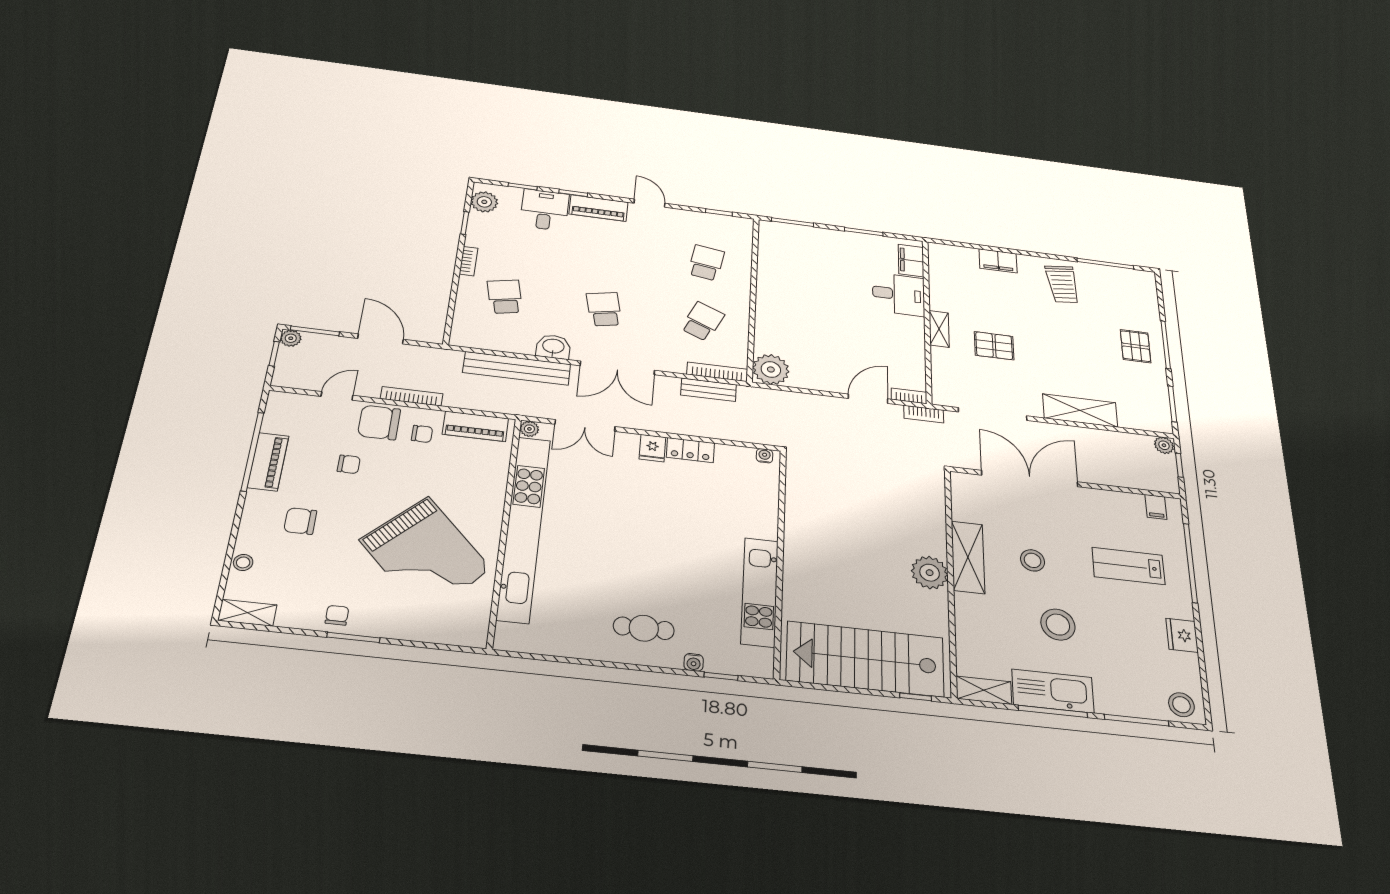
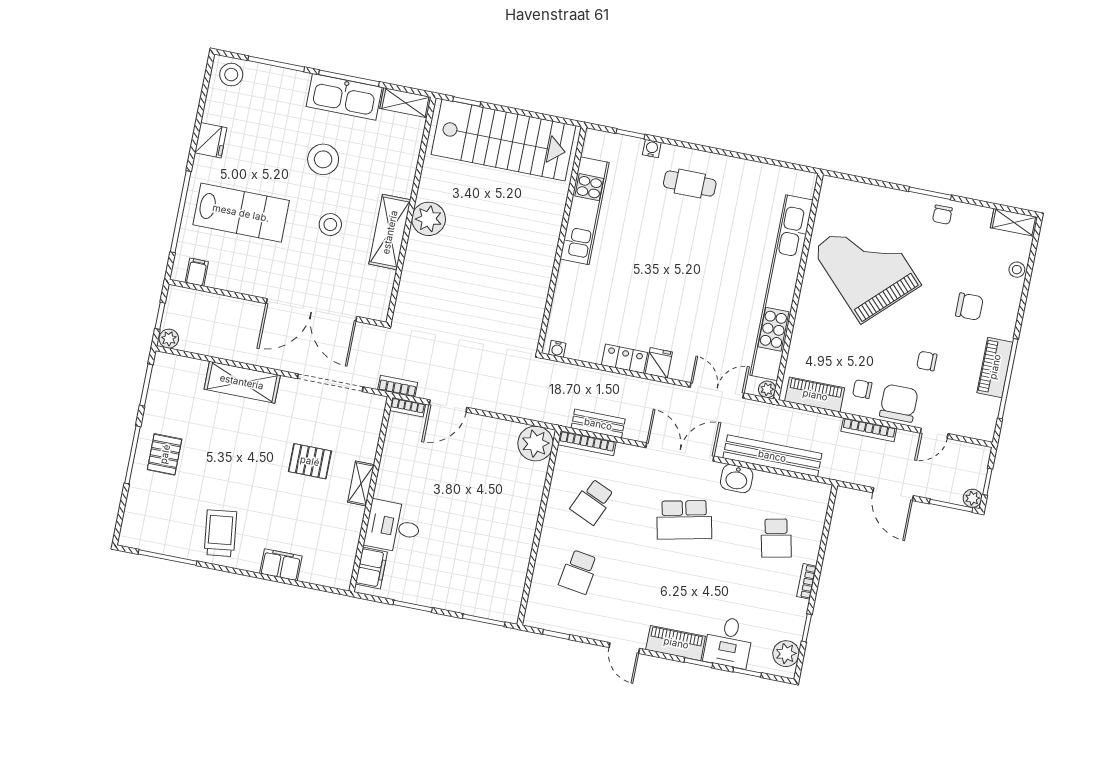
school desk: (604, 309) -> (684, 520), width x1.85
chair: (379, 422) -> (899, 403), turned -90
lab bench: (1128, 566) -> (241, 213), width x1.36, depth x1.39

